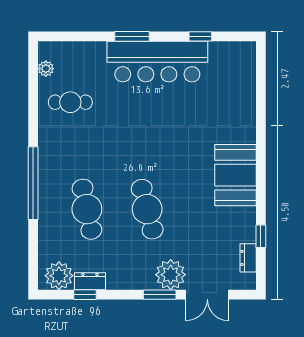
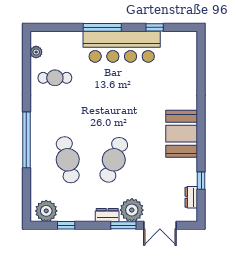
window: (132, 36) -> (102, 27), width x1.44
cafe table: (147, 209) -> (114, 160), turned 36
dresser: (90, 281) -> (107, 215), moved

